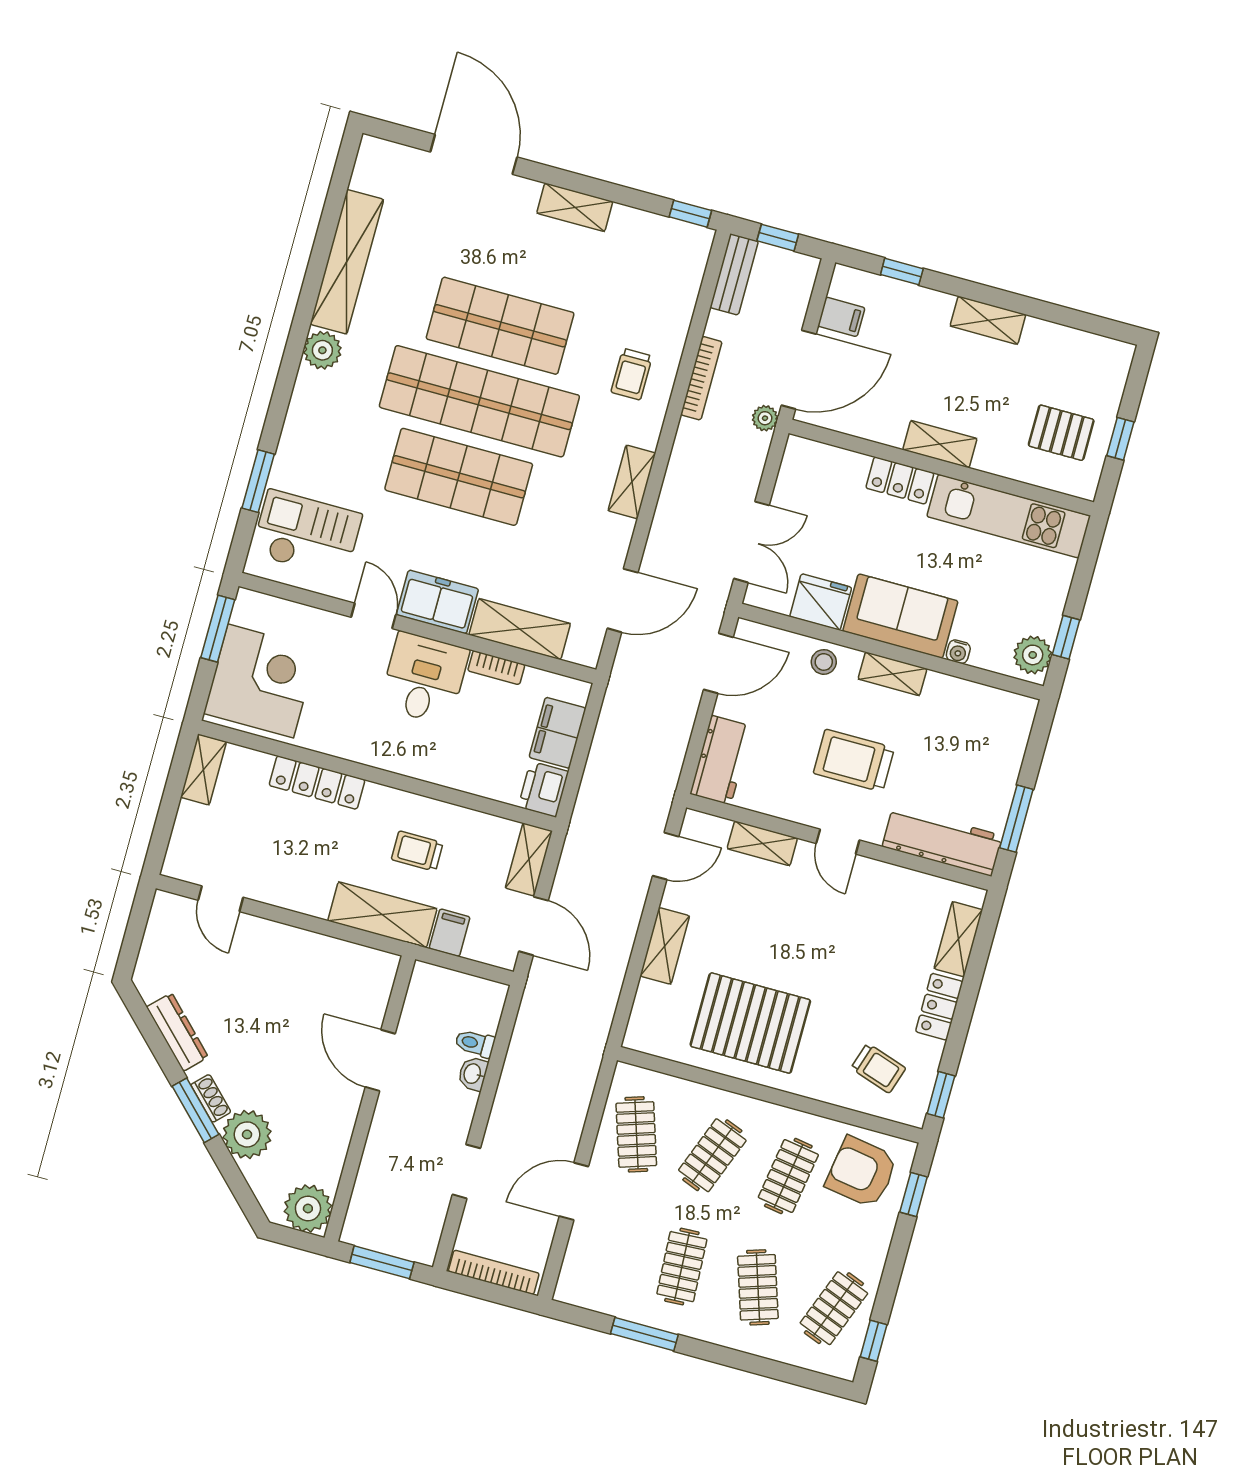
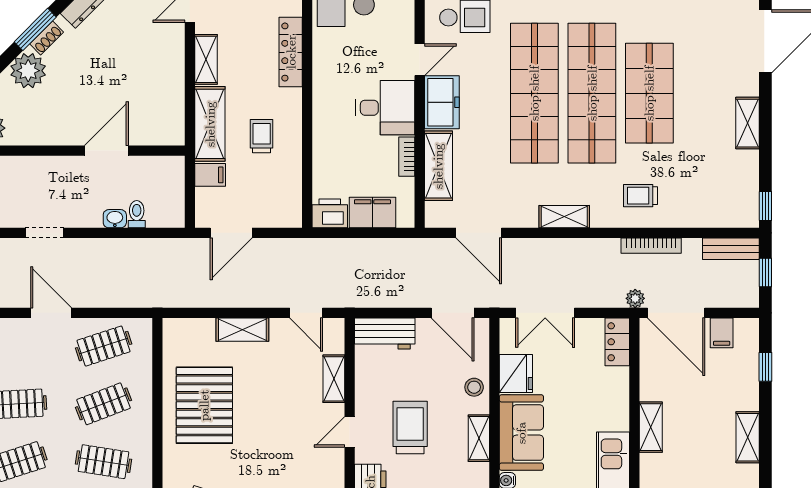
shop shelf: (459, 477) -> (534, 93), width x1.40
locker: (900, 480) -> (617, 342), moved
shelving: (529, 859) -> (206, 59), moved, turned 90
clothes rail: (712, 1155) -> (104, 404), turned -42

